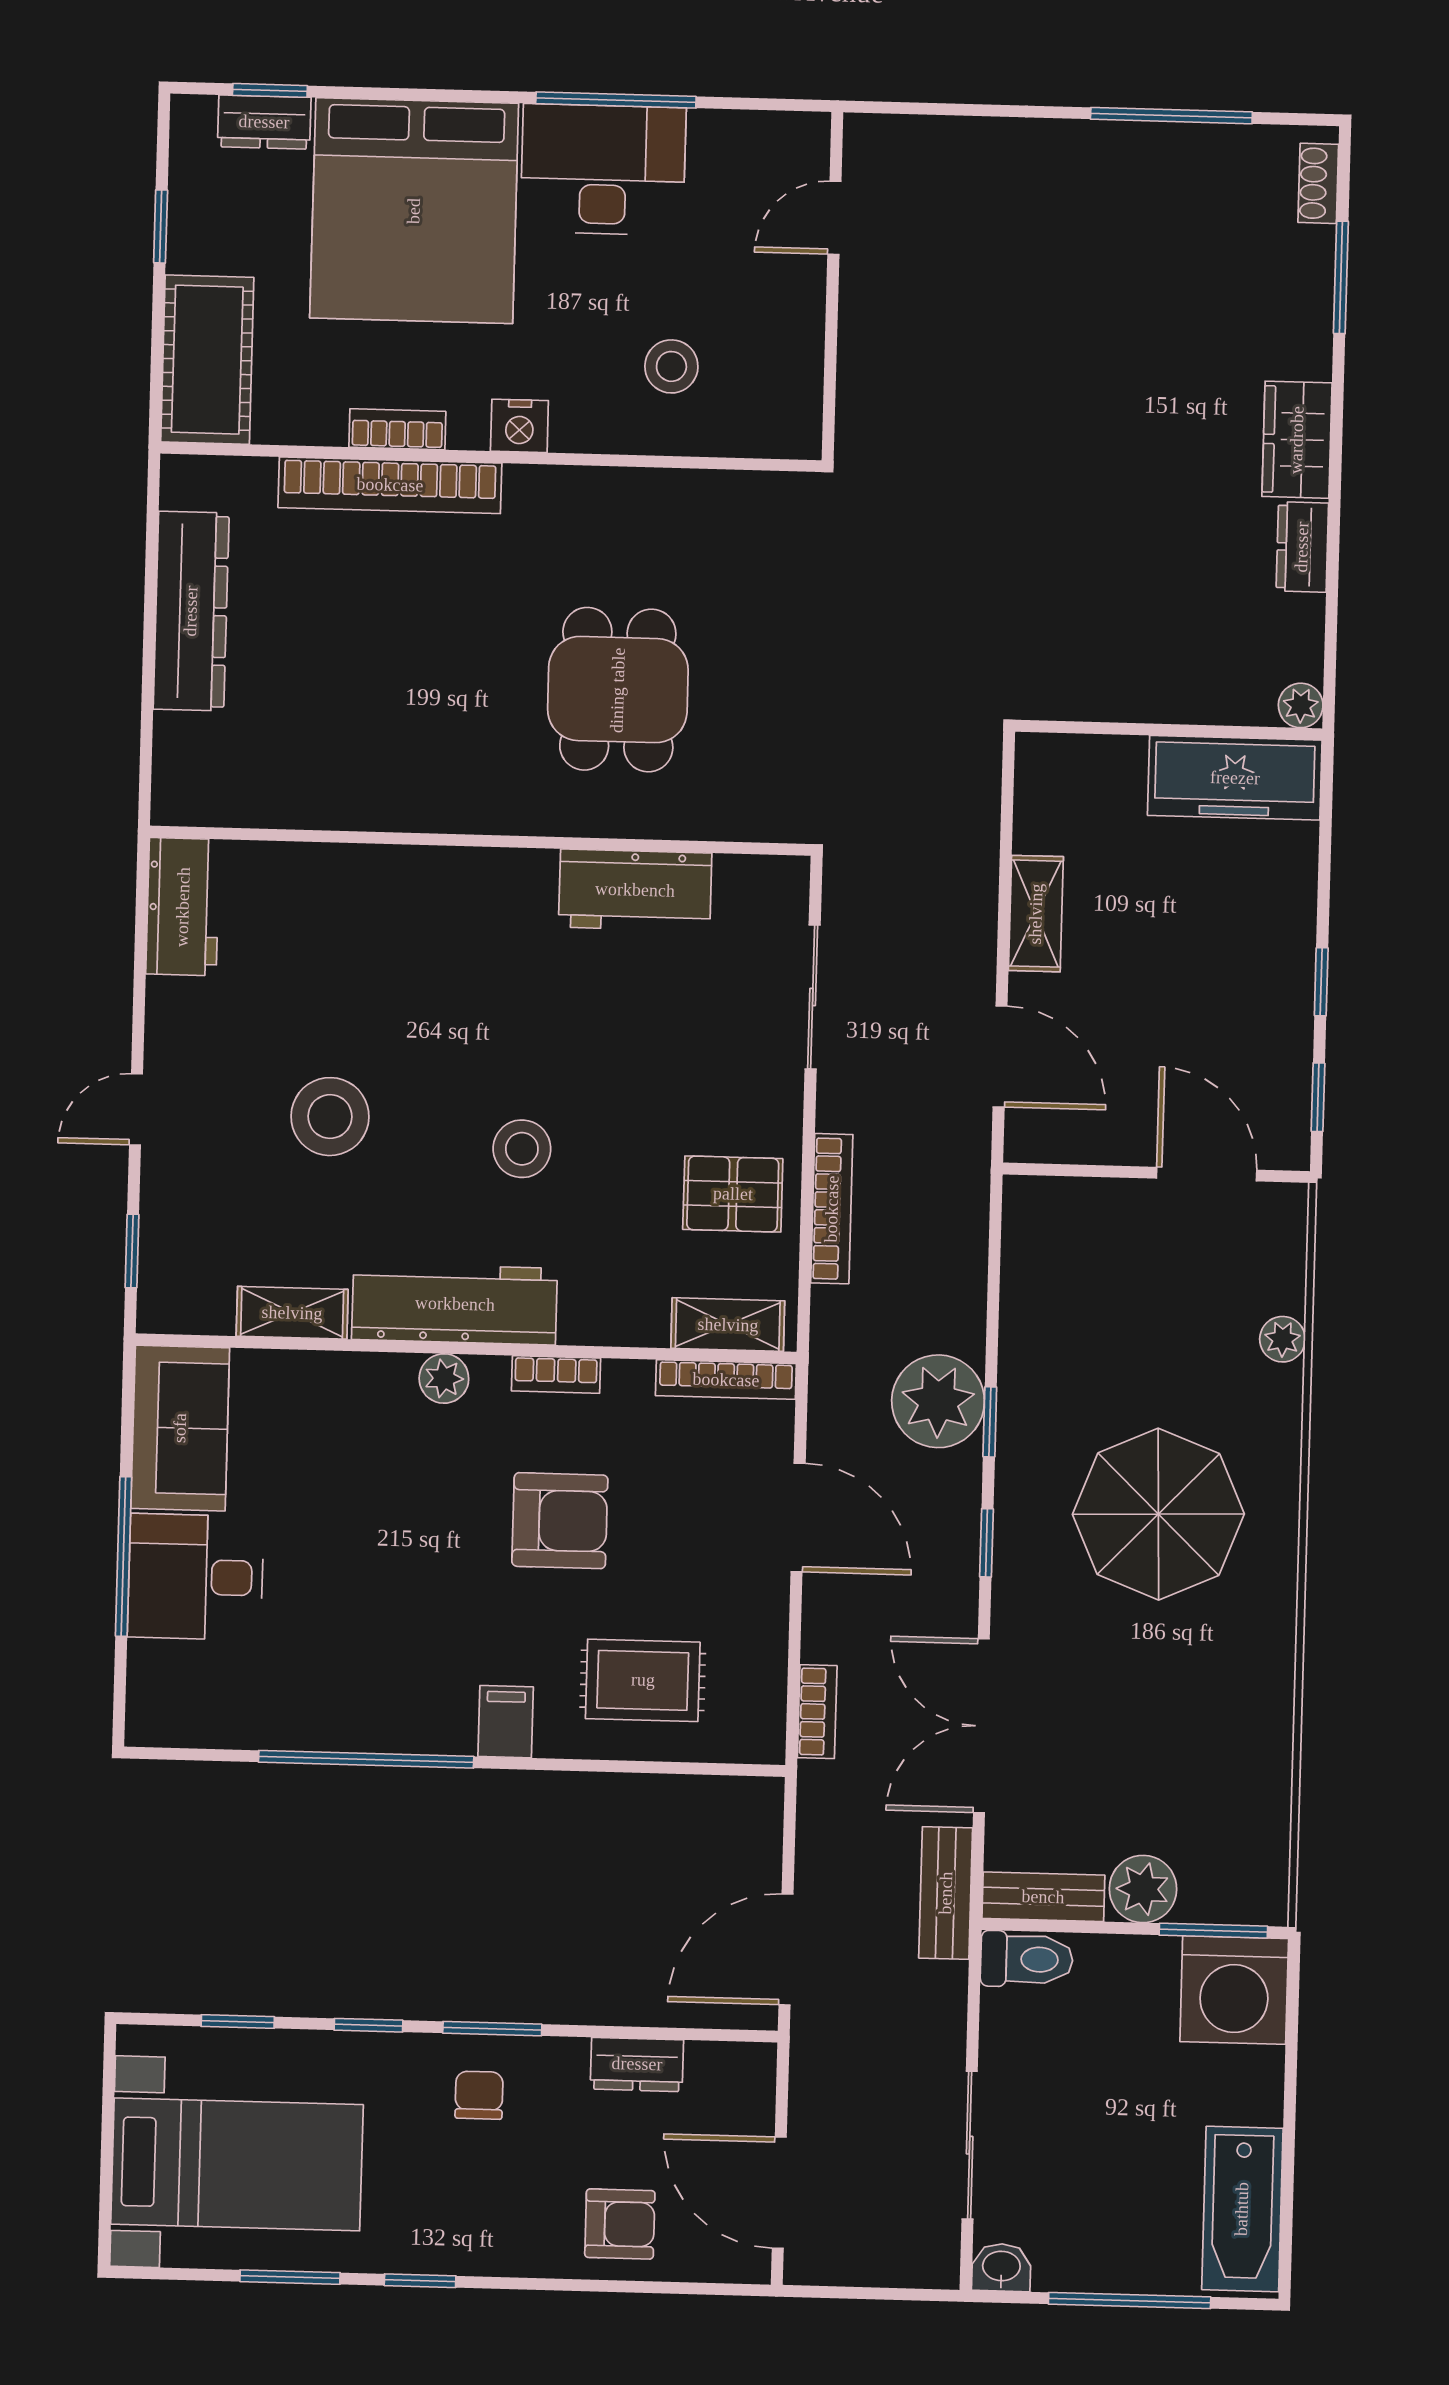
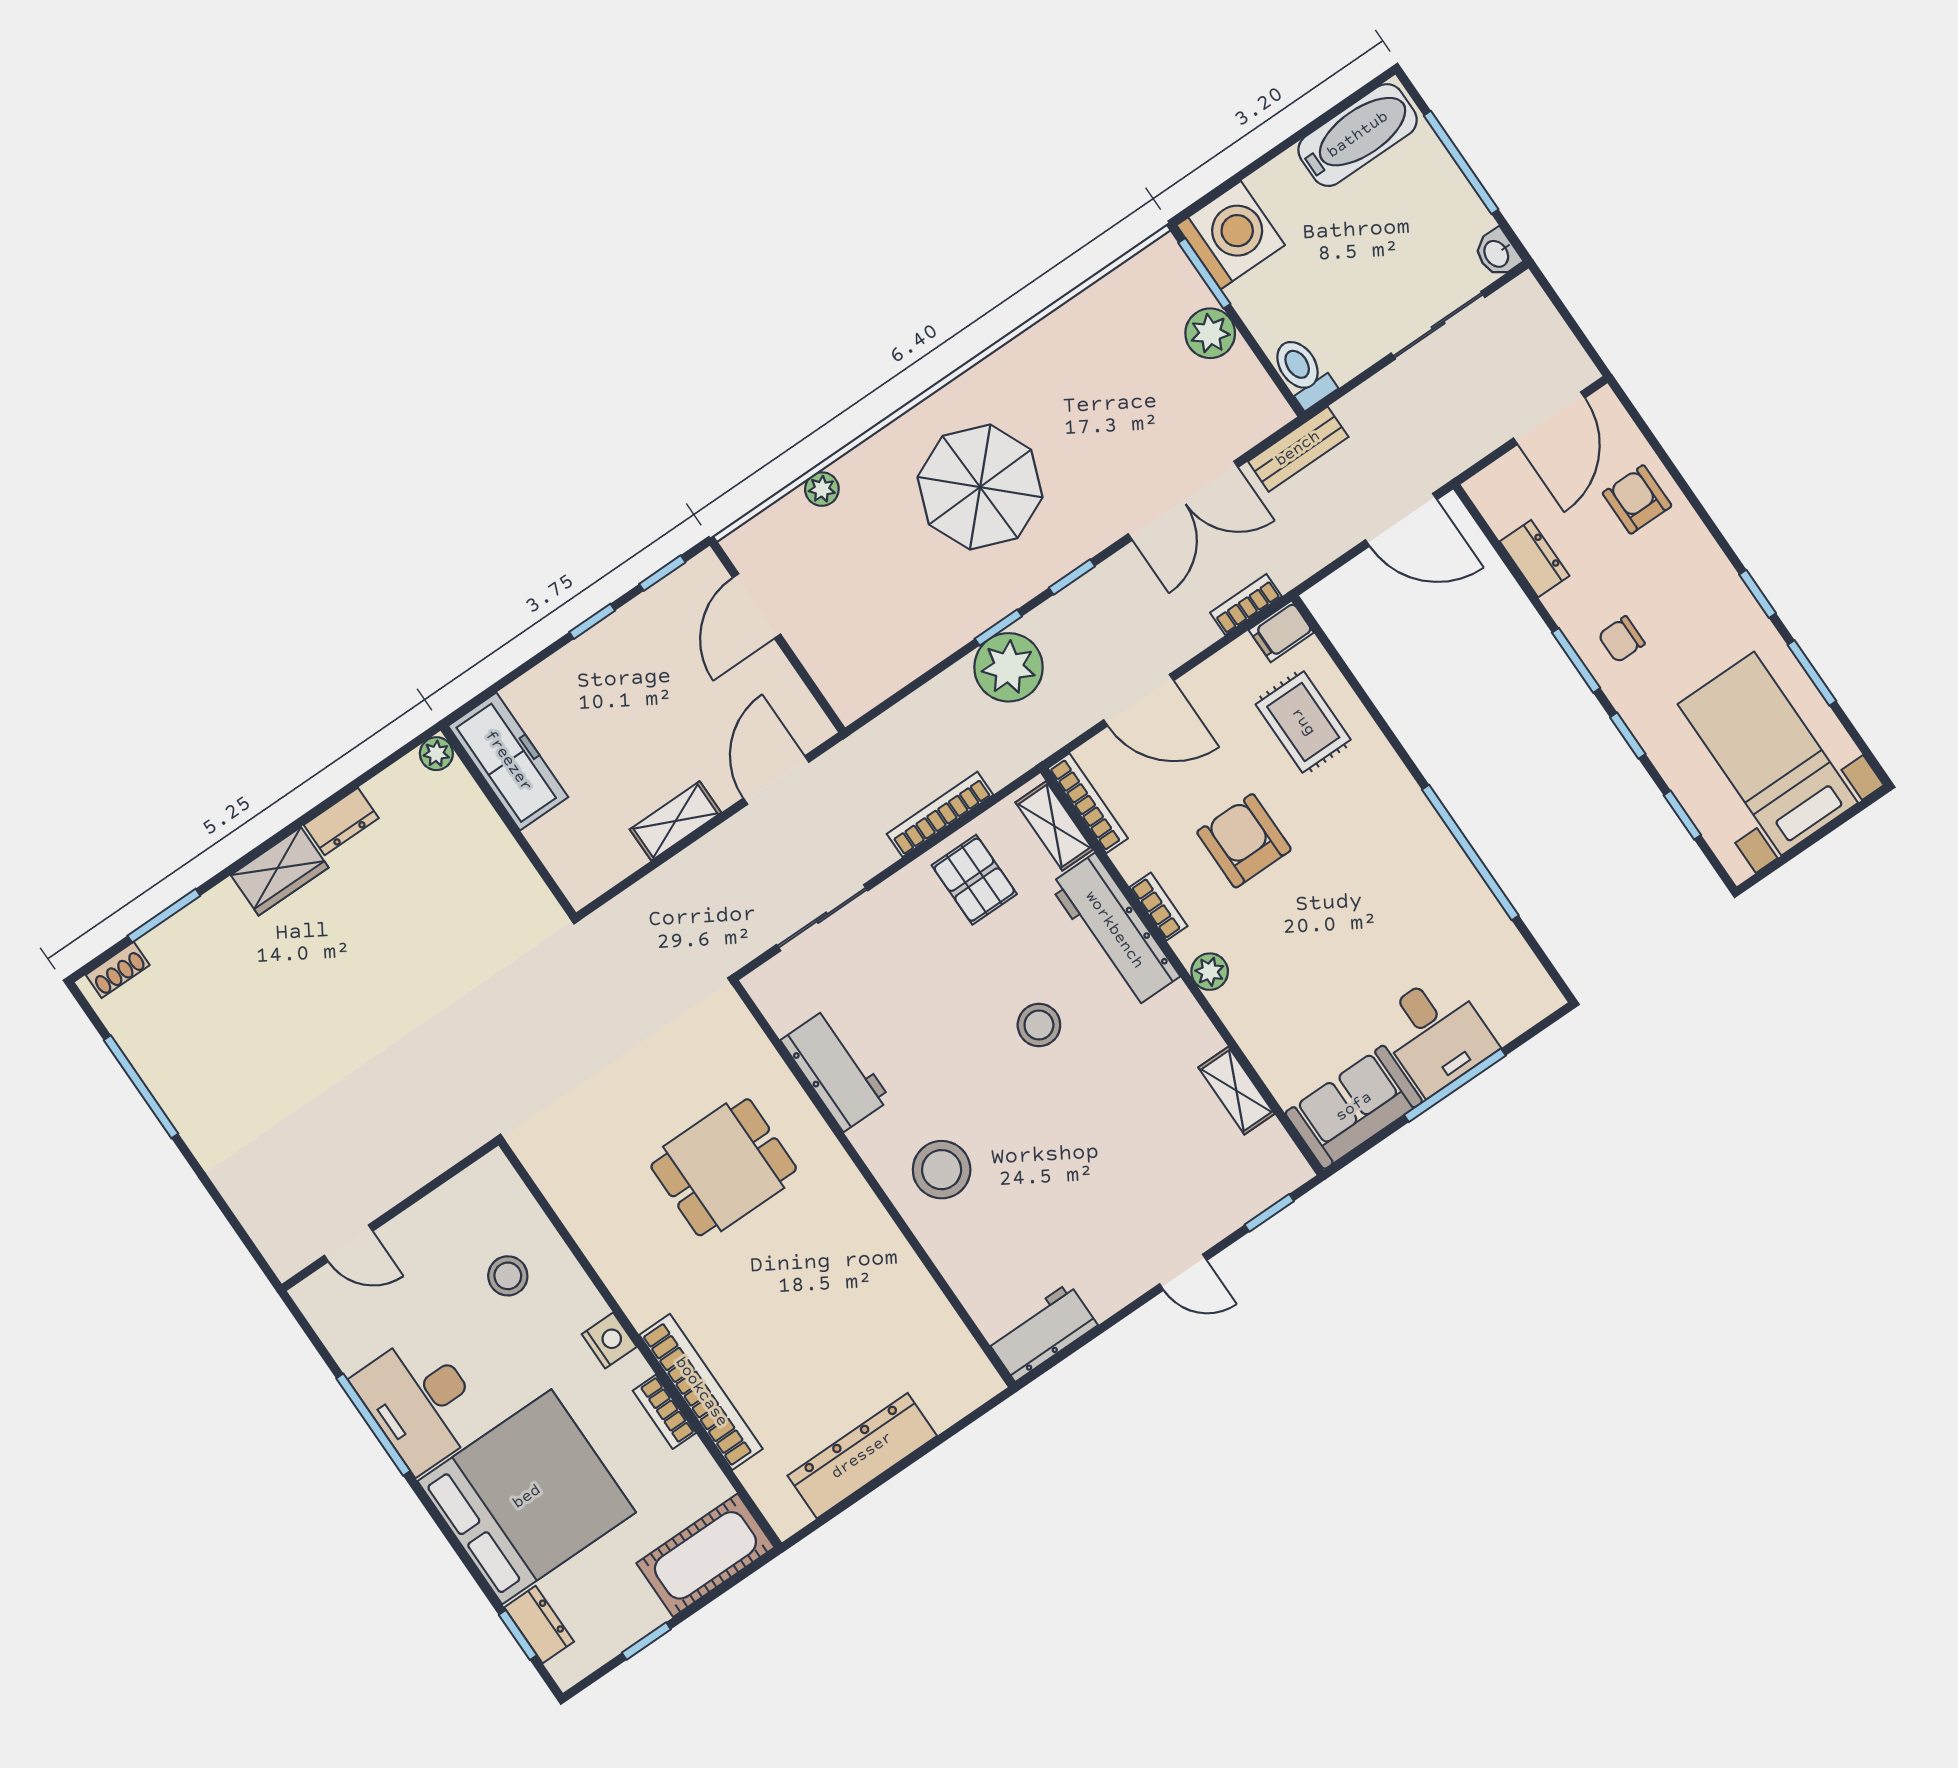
stool: (330, 1117) -> (942, 1170), moved
workbench: (455, 1304) -> (1114, 930), moved
door: (798, 1518) -> (1139, 700), swing flipped
filing cabinet: (506, 1722) -> (1281, 631), moved
bench: (1043, 1897) -> (1258, 389), removed

